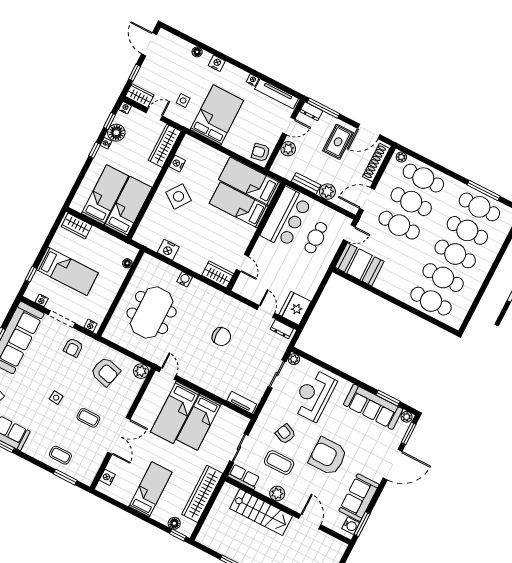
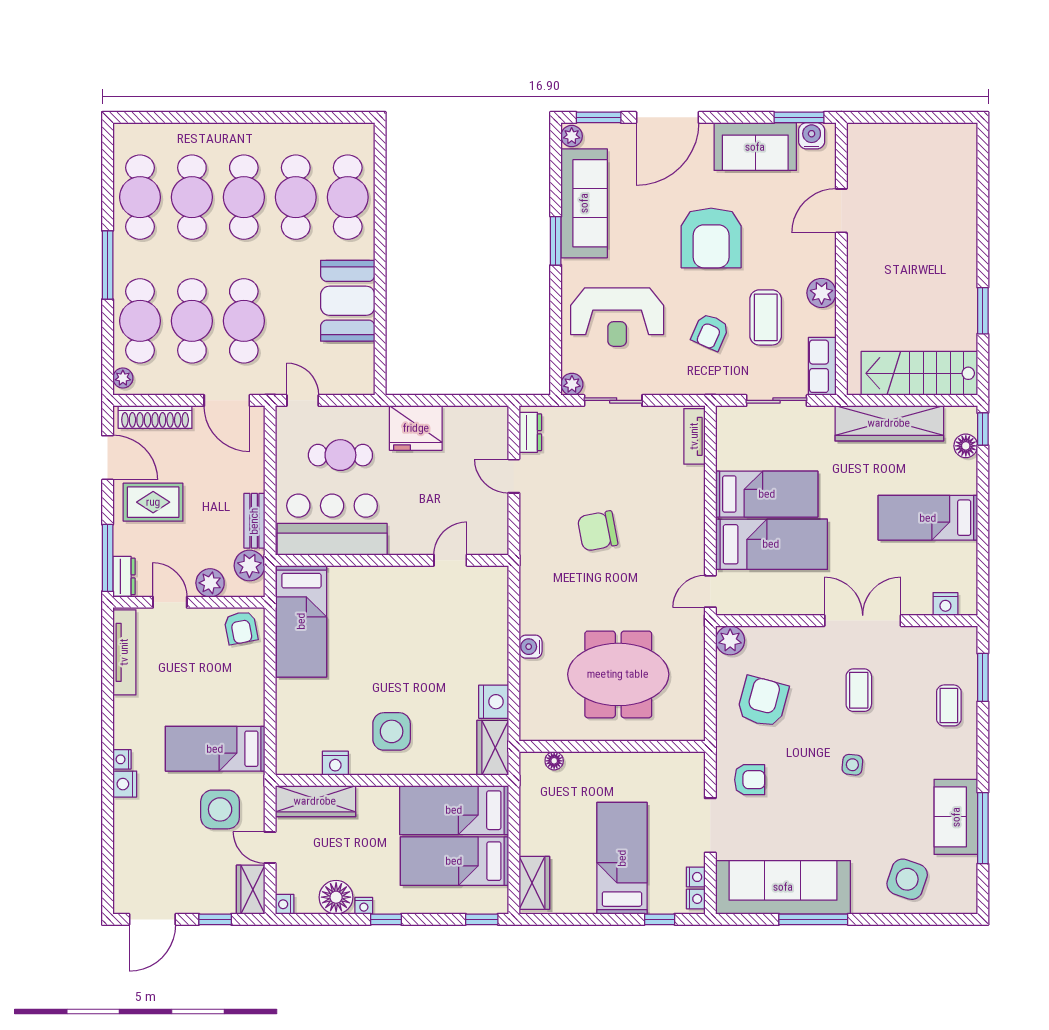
floor lamp: (197, 52) -> (123, 829), removed
nightstand: (253, 80) -> (122, 759), moved
side table: (183, 101) -> (220, 809), width x1.87, depth x1.87
bed: (217, 115) -> (215, 749), width x0.67
window: (110, 121) -> (482, 919), moved
window: (484, 191) -> (108, 265), moved
plant: (327, 192) -> (249, 566), moved
side table: (179, 196) -> (392, 731), turned -36
bed: (239, 205) -> (353, 619), removed
booth: (359, 264) -> (348, 301), moved
wardrobe: (218, 275) -> (493, 748), moved
fridge: (295, 308) -> (416, 428), moved
door: (266, 311) -> (514, 476), hinge flipped
nightstand: (90, 326) -> (696, 899), moved
chair: (221, 337) -> (598, 531), turned -101
window: (388, 398) -> (556, 241), moved
door: (393, 465) -> (667, 117), swing flipped
stairs: (261, 512) -> (919, 373), moved, turned -90

